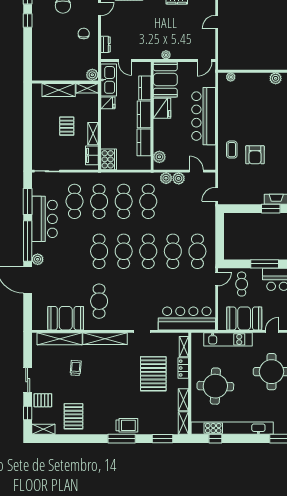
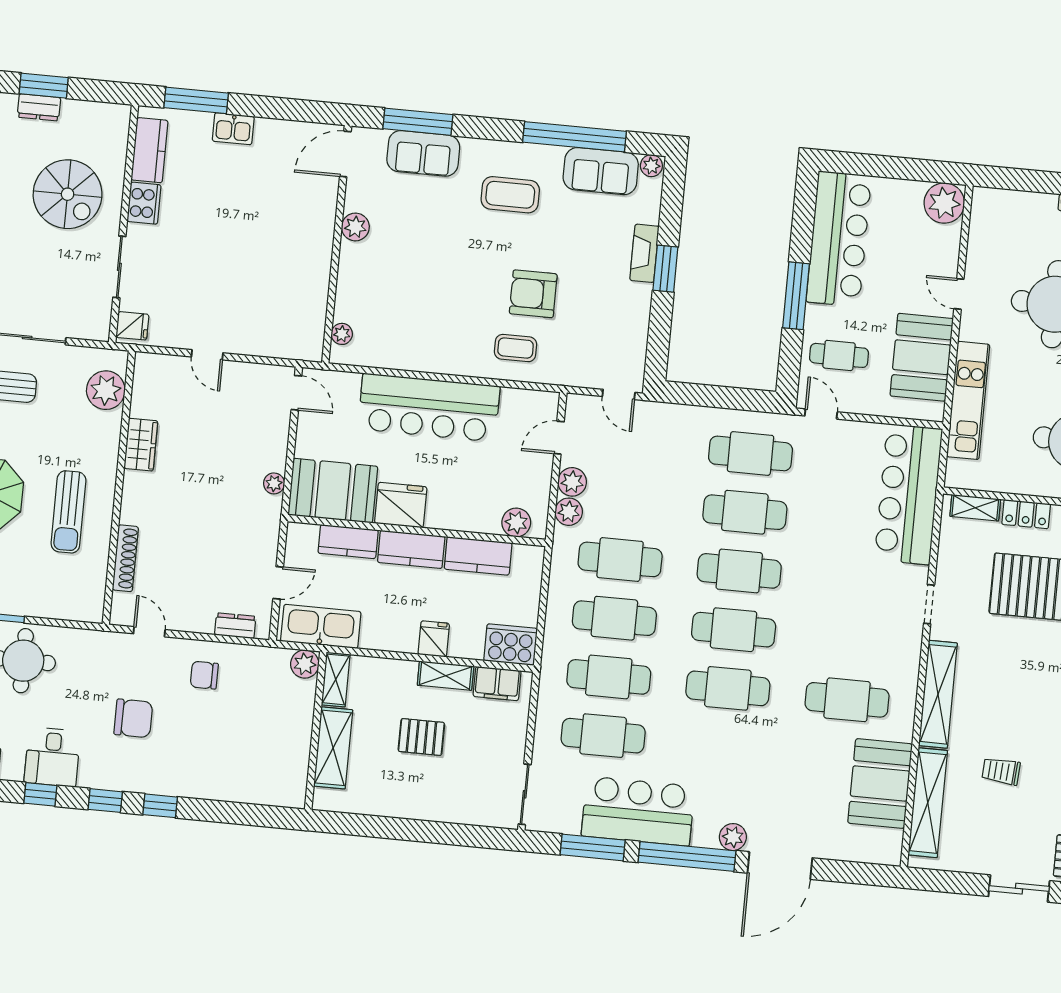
fridge: (108, 103) -> (434, 639), moved
armchair: (255, 155) -> (533, 294), turned 180

